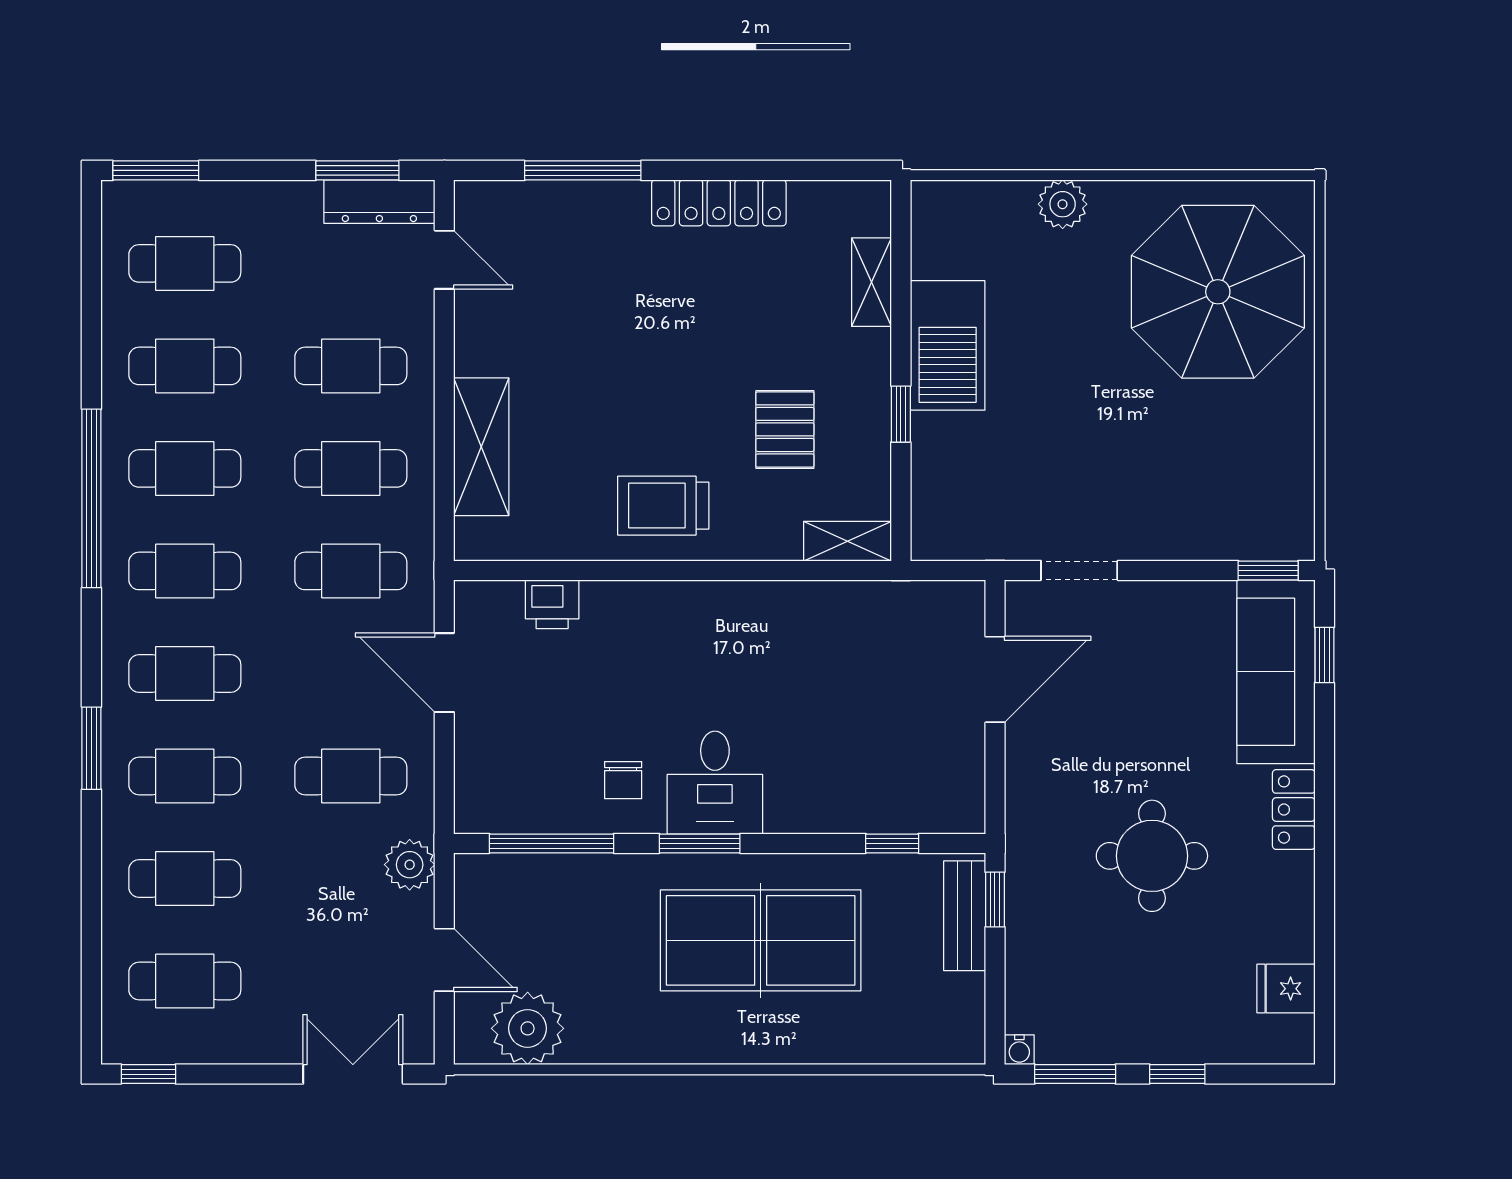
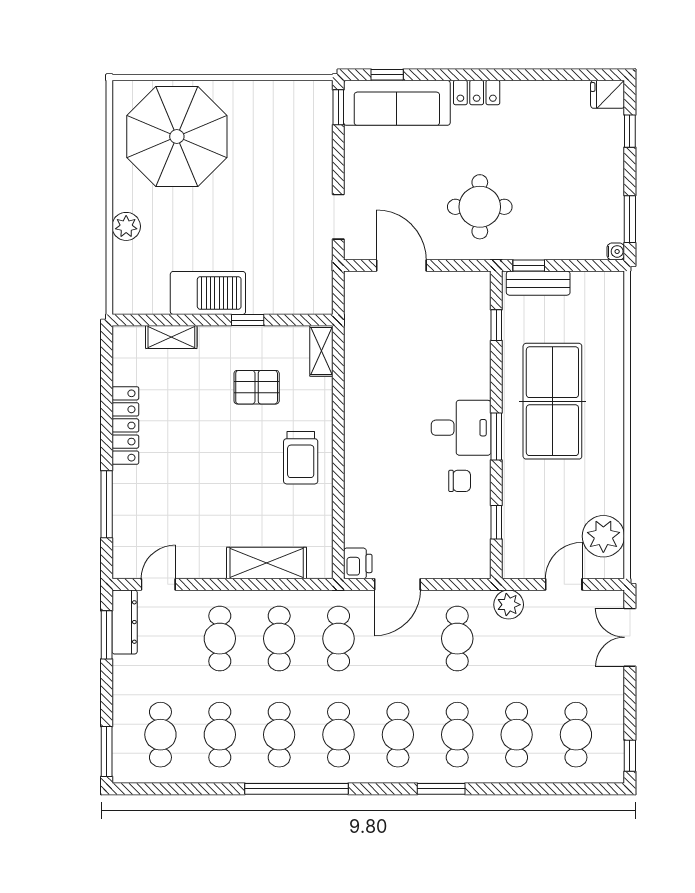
printer: (552, 604) -> (358, 563), moved
window: (552, 843) -> (496, 522), width x0.46
round table: (1152, 856) -> (480, 207), moved
fridge: (1286, 989) -> (608, 94), moved, turned 90
window: (1177, 1074) -> (630, 131), moved

